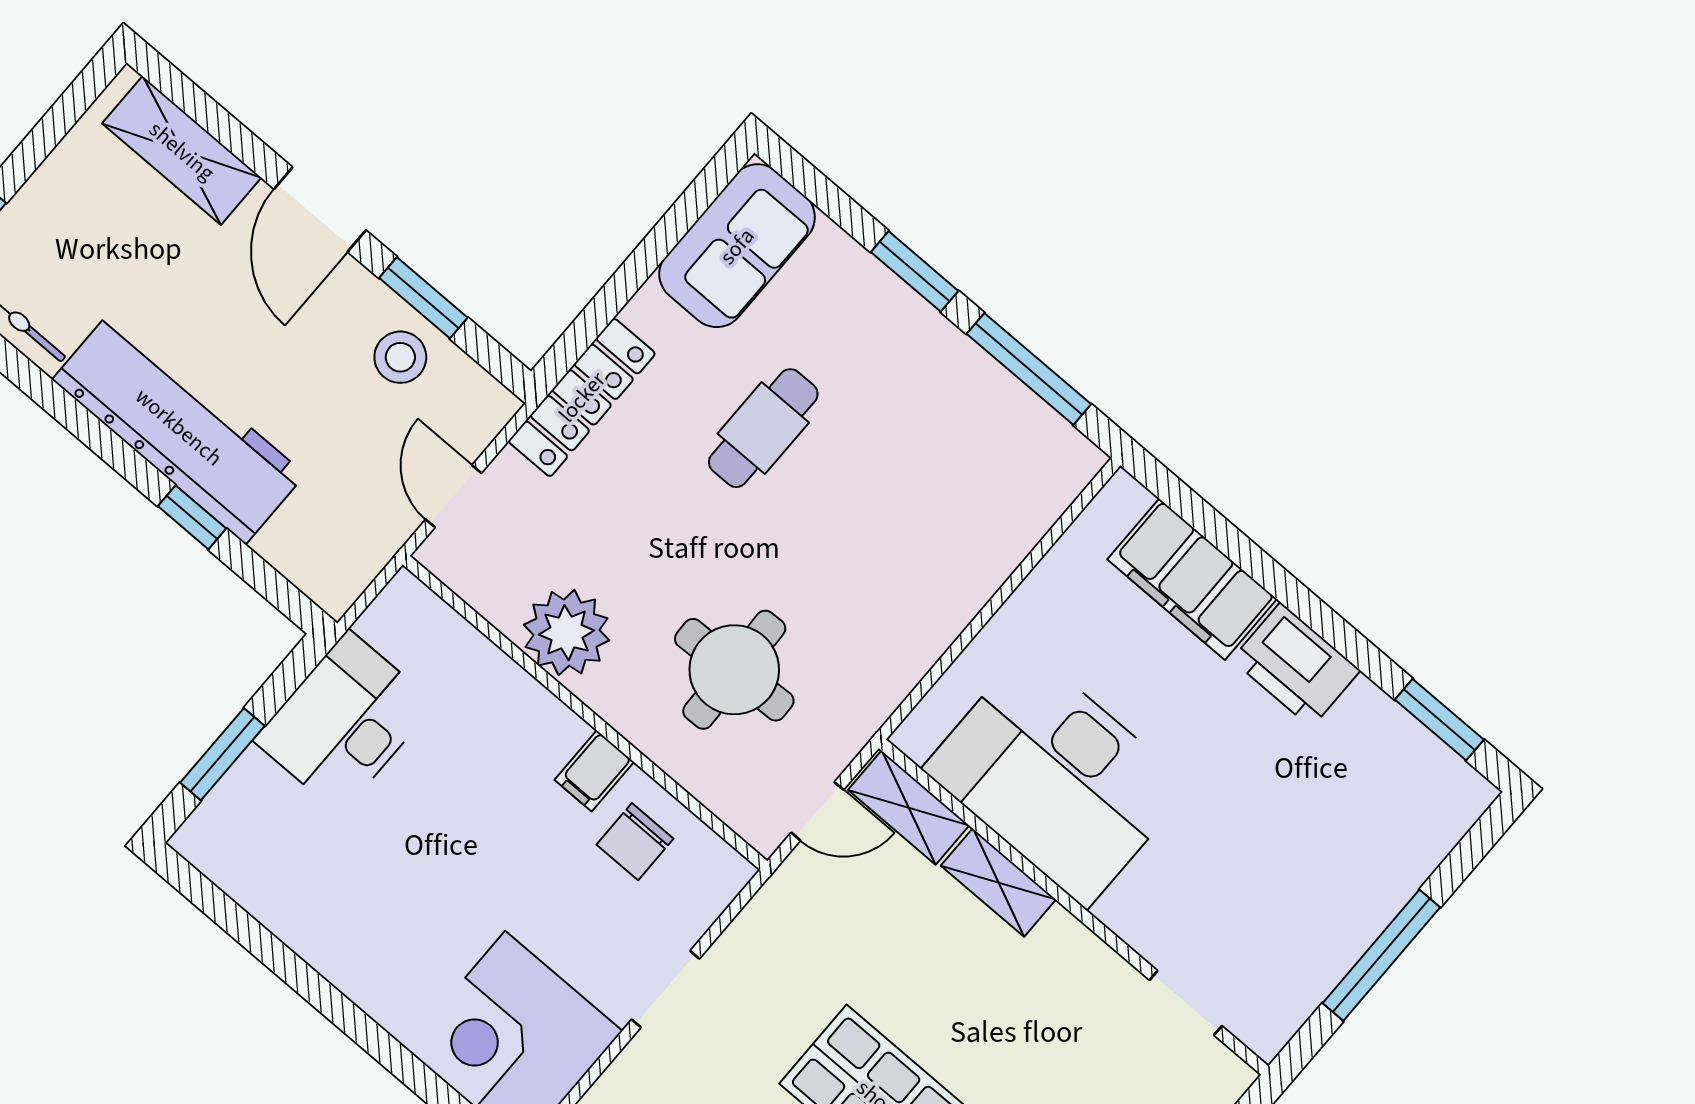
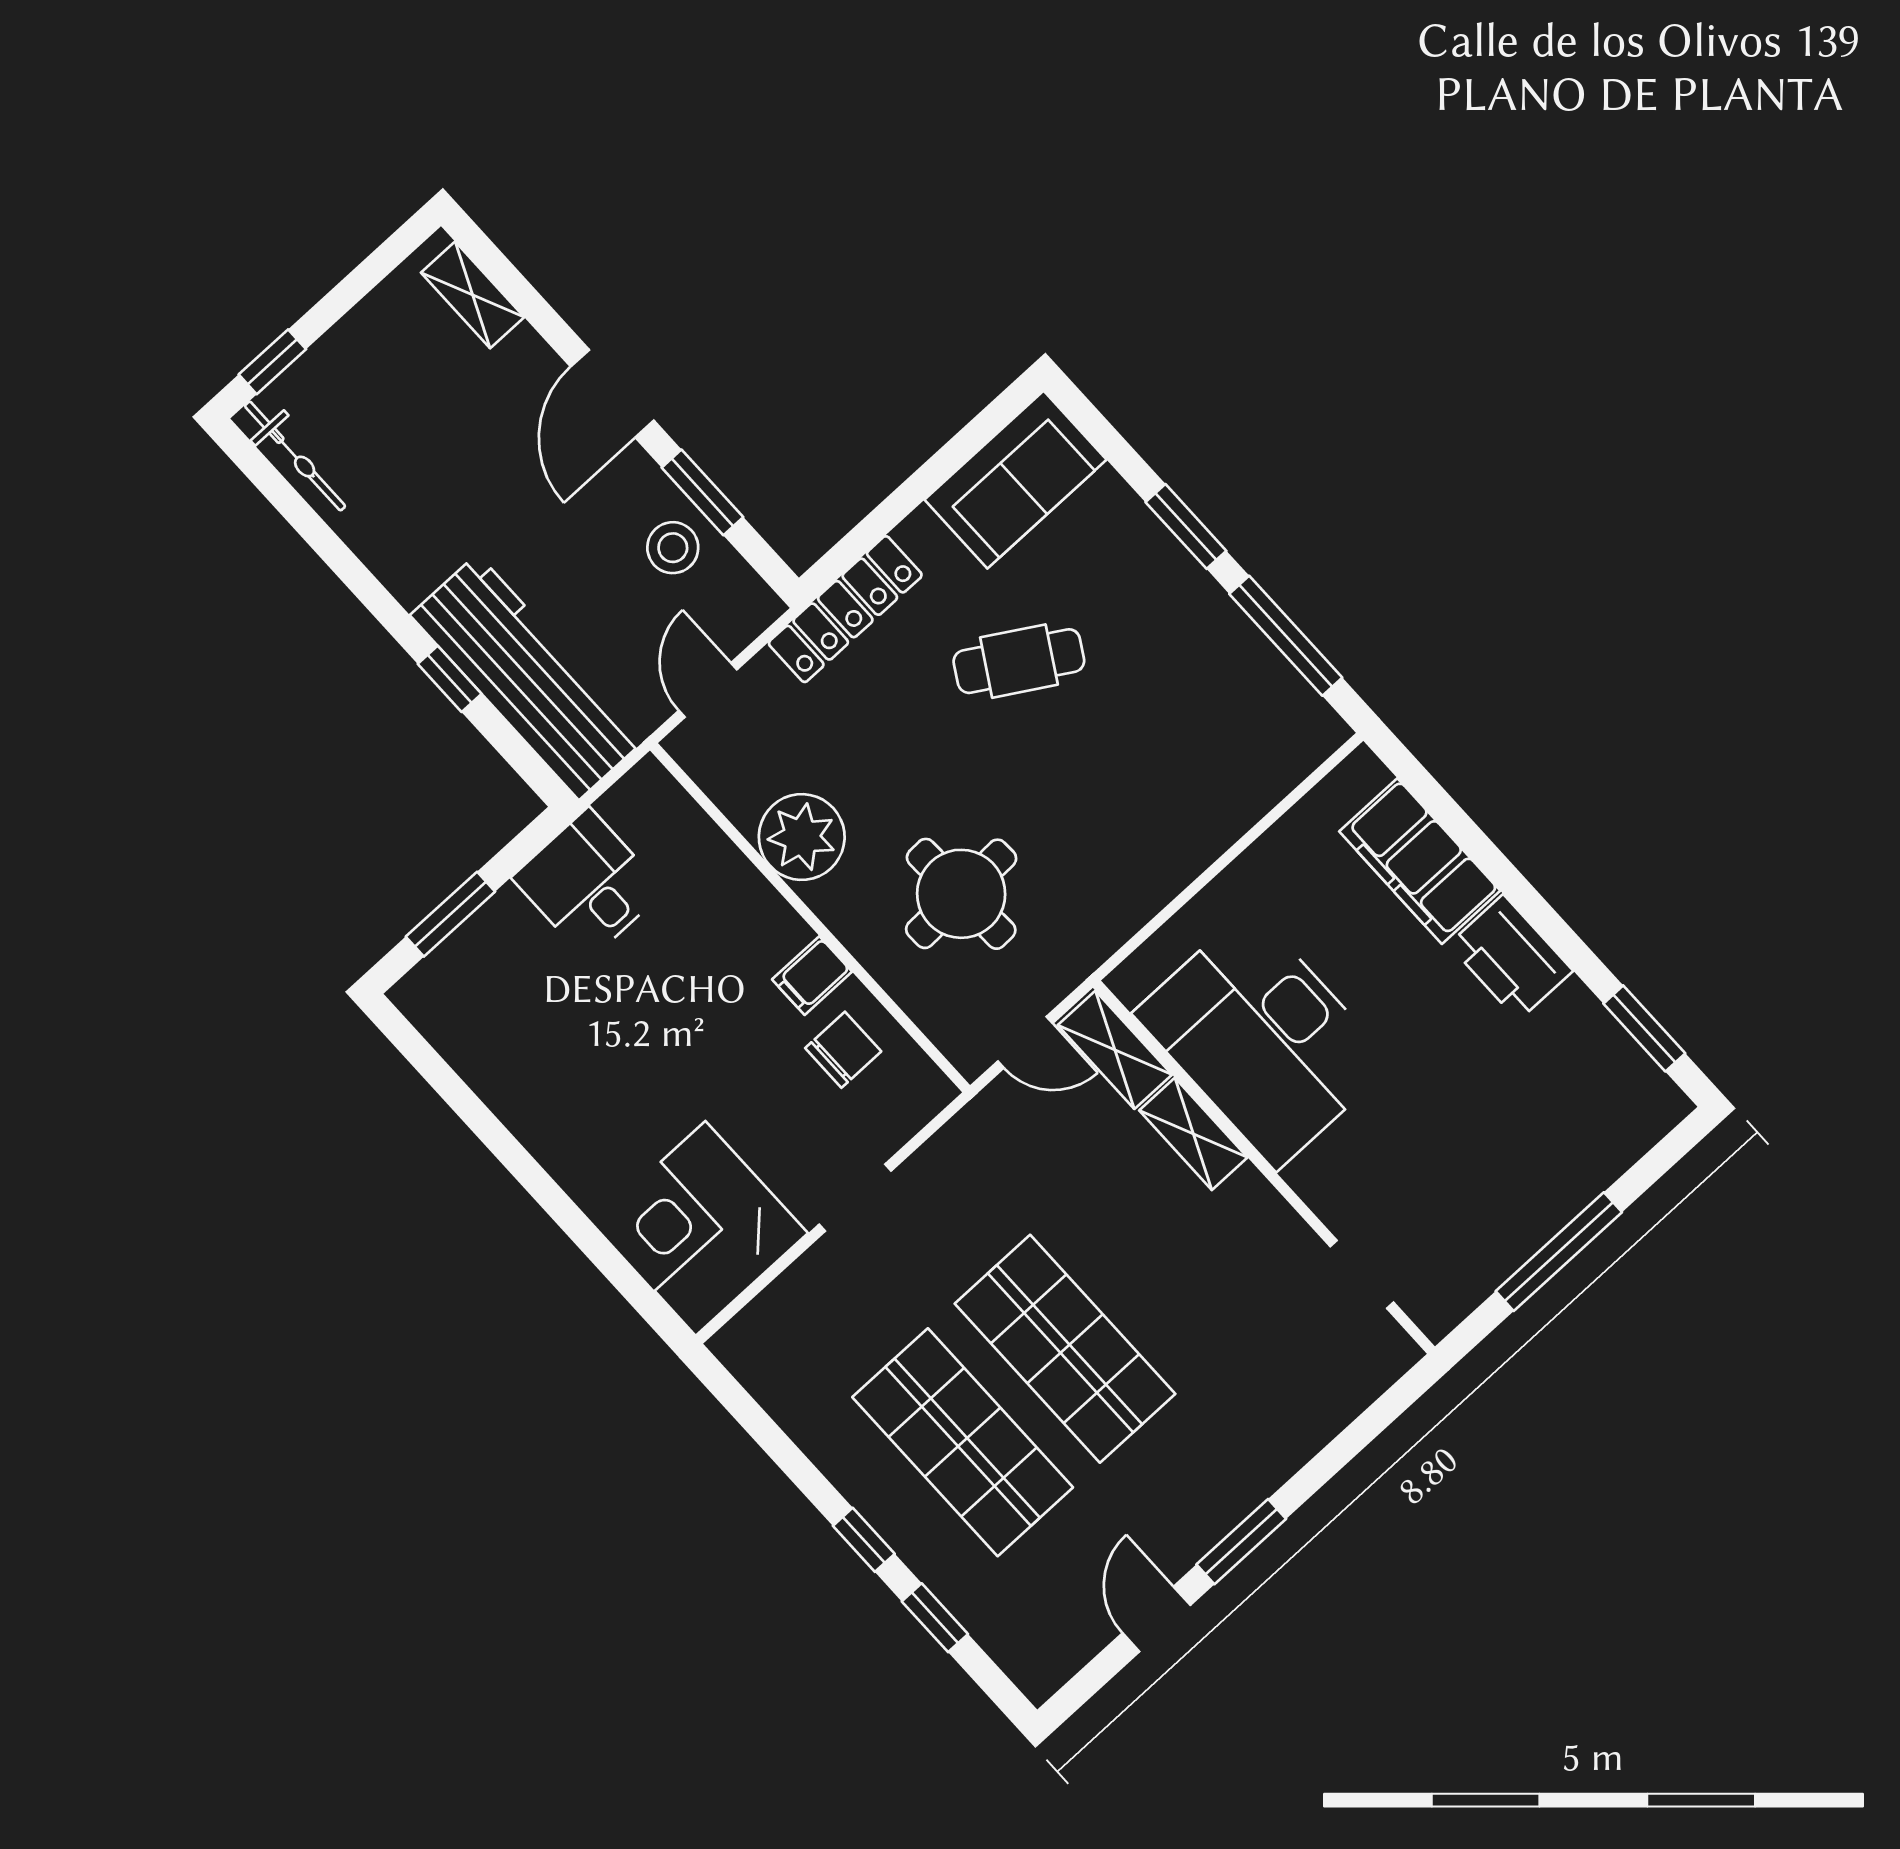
shelving: (182, 151) -> (473, 295), width x0.67, depth x0.75
workbench: (179, 427) -> (528, 677), moved
cafe table: (763, 428) -> (1019, 661), turned 31
desk: (344, 722) -> (588, 884), width x0.73
chair: (635, 842) -> (843, 1050), turned 180

